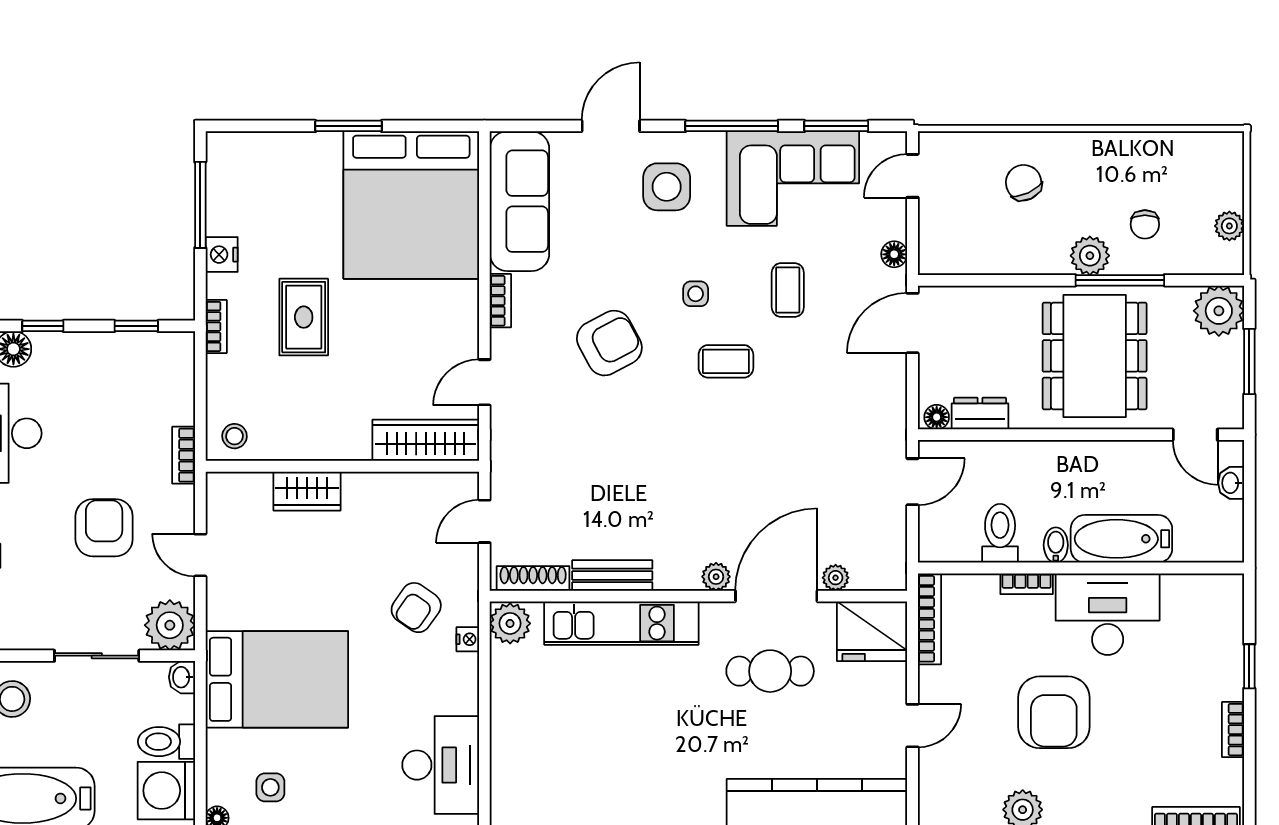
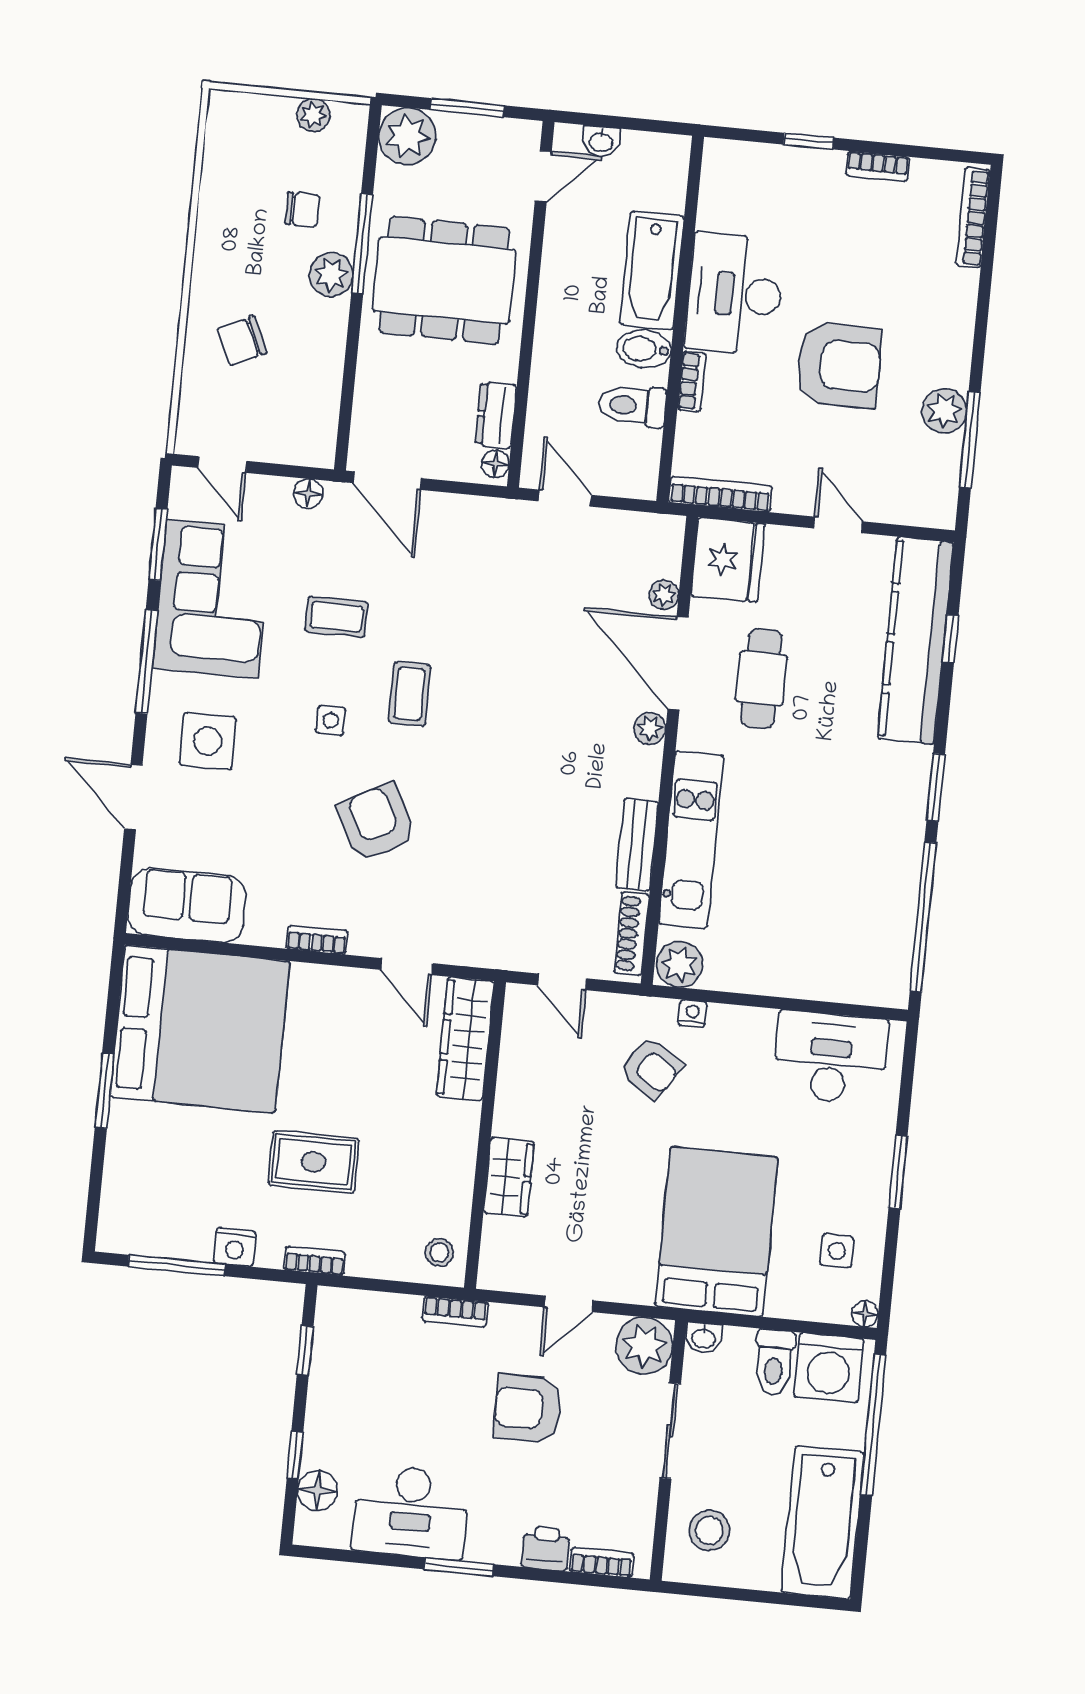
sofa: (519, 201) -> (187, 905), width x0.73
bidet: (1056, 545) -> (644, 349), width x1.38, depth x1.36

